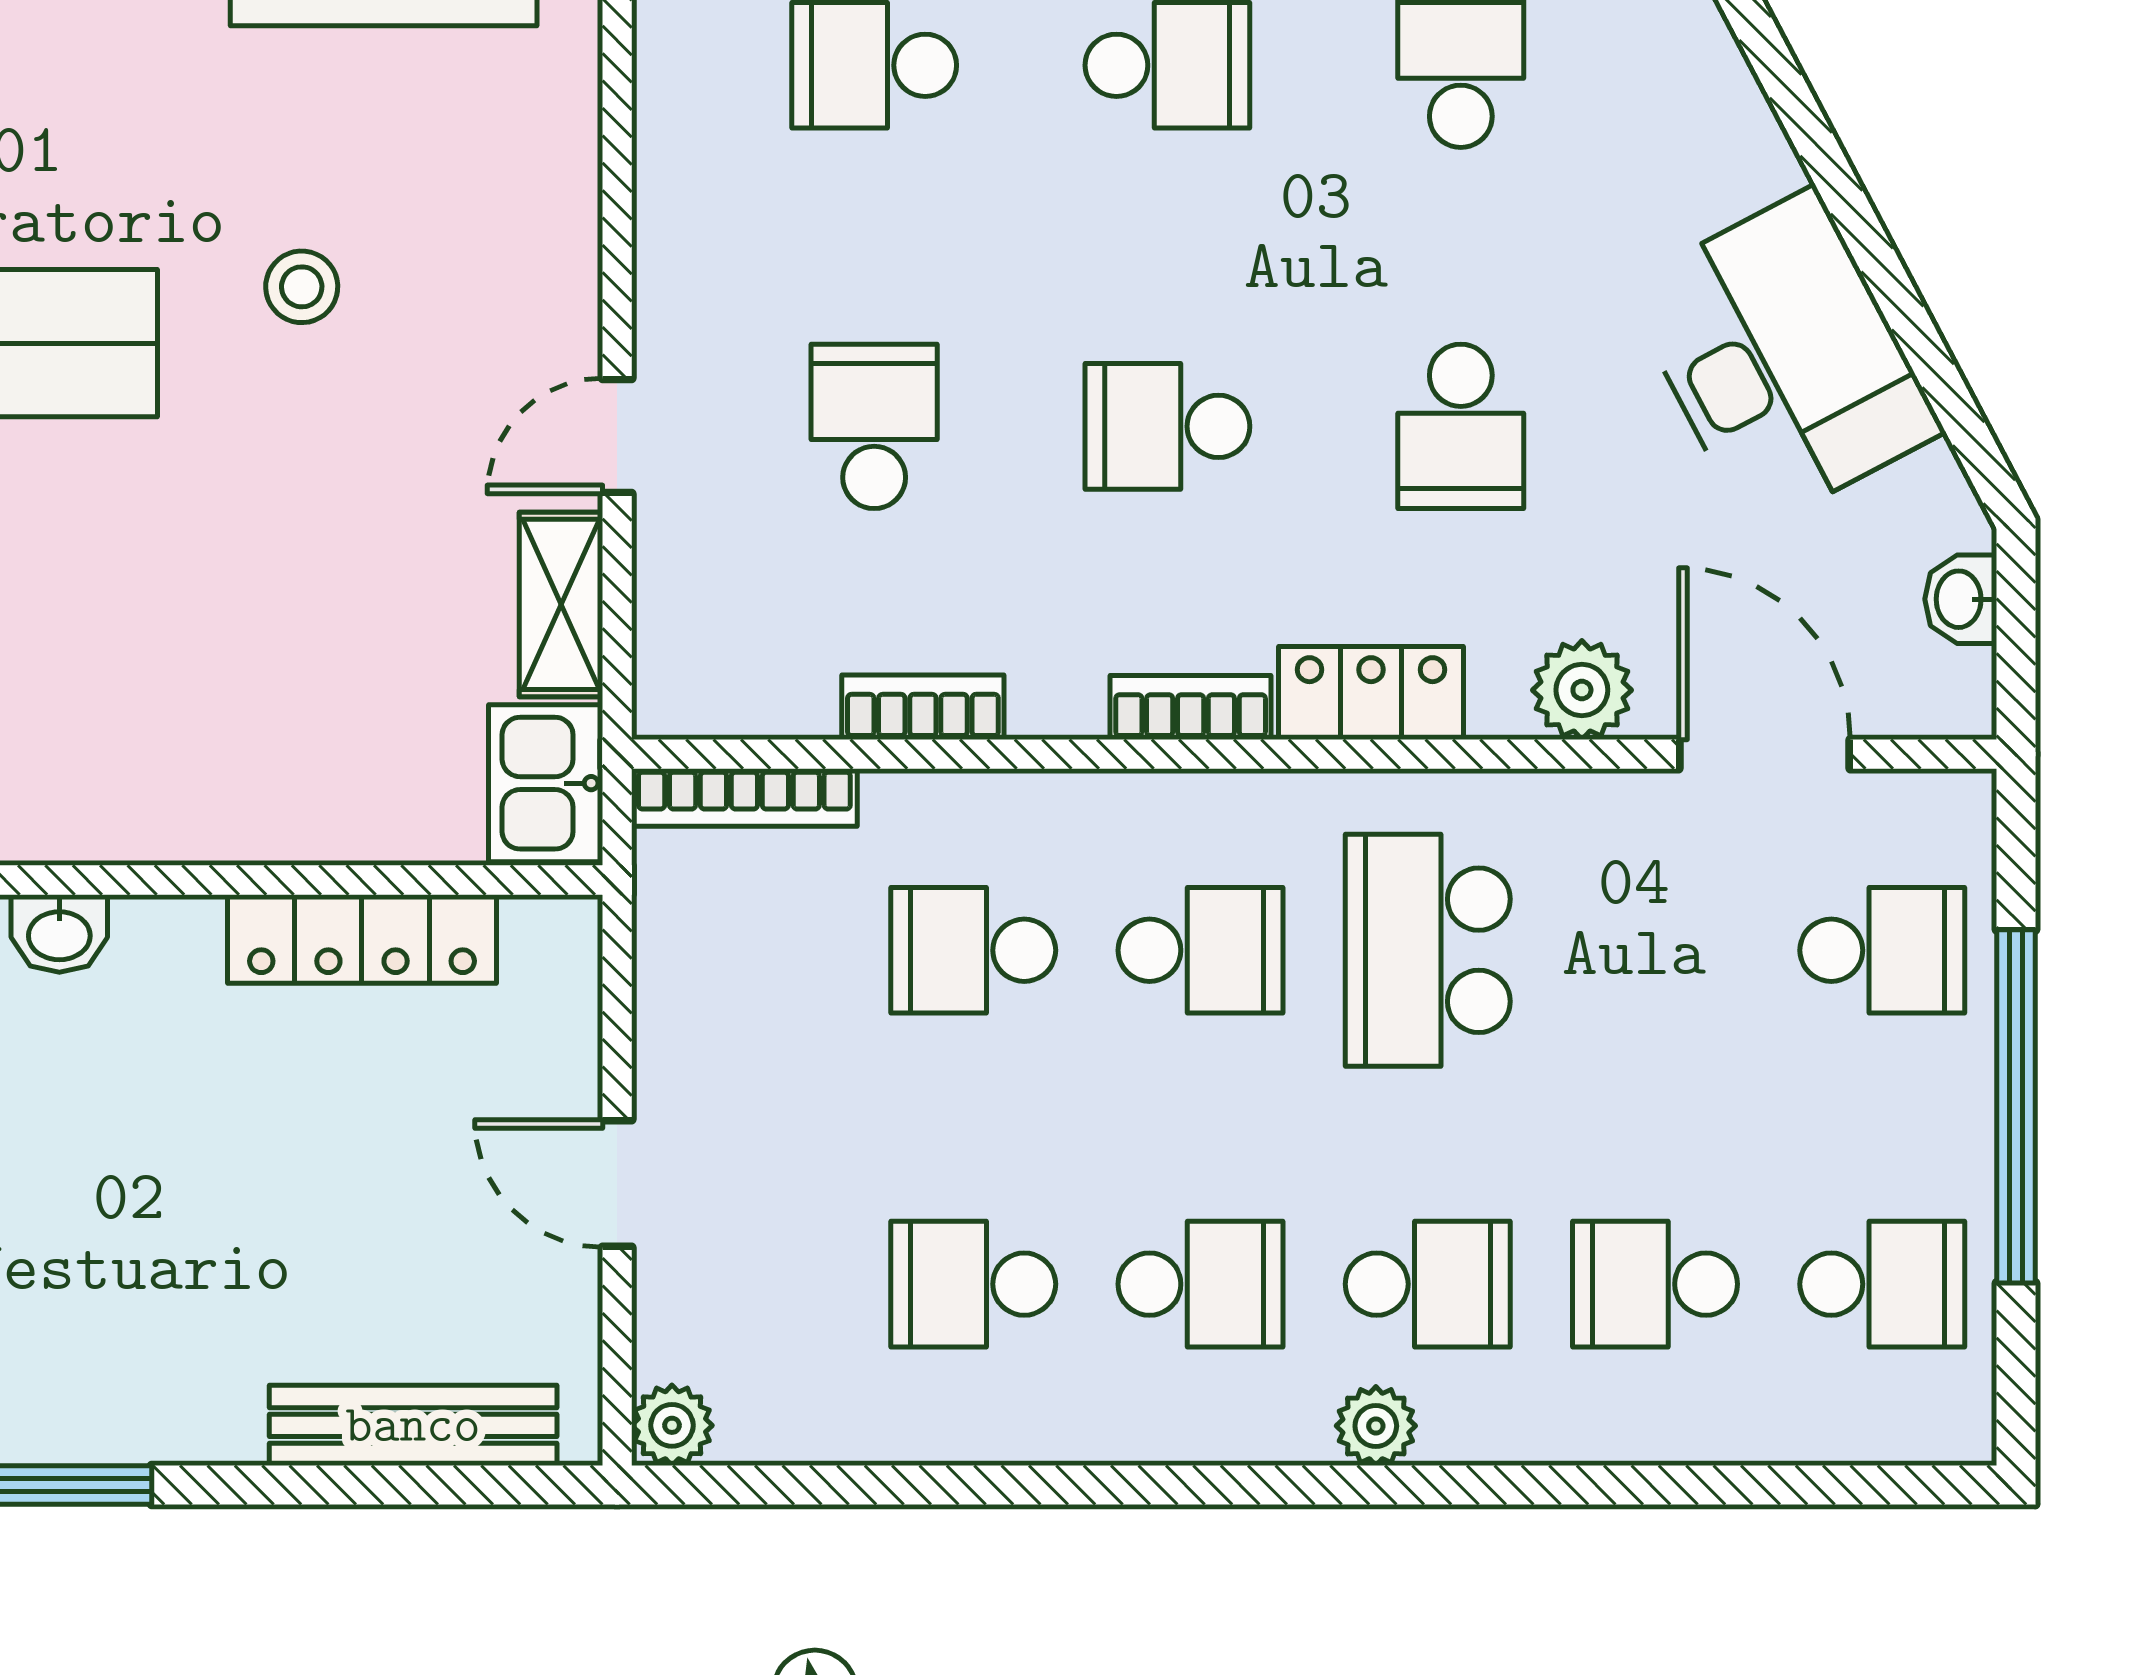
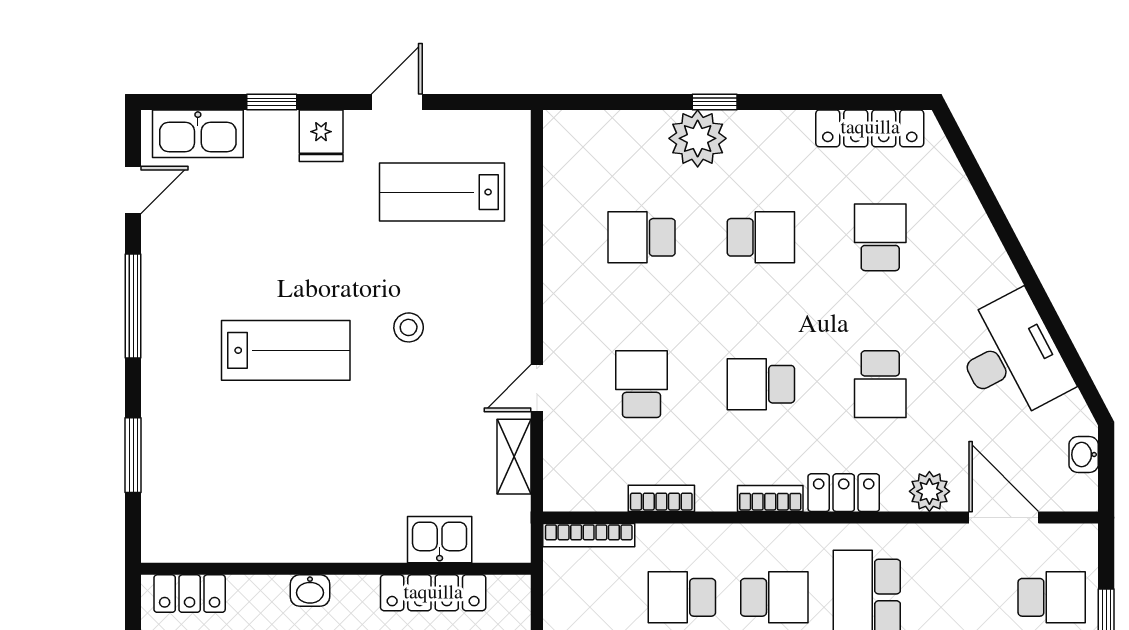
kitchen sink: (546, 783) -> (440, 540), moved, turned 90

